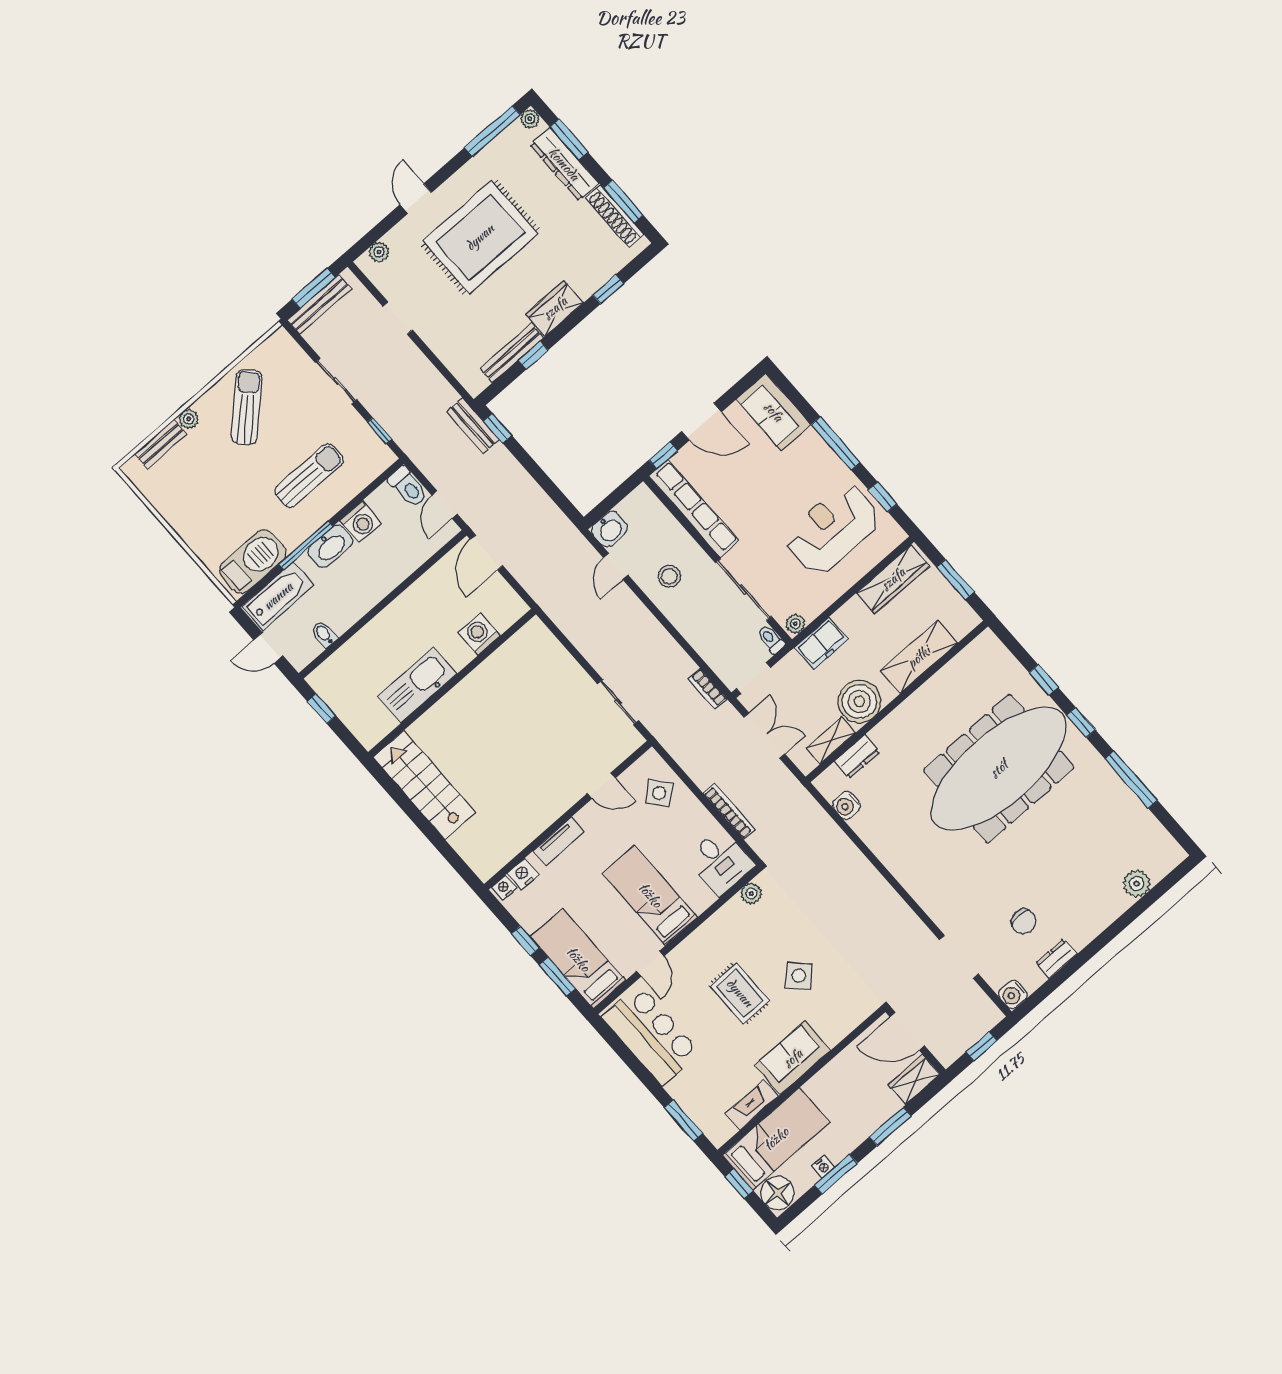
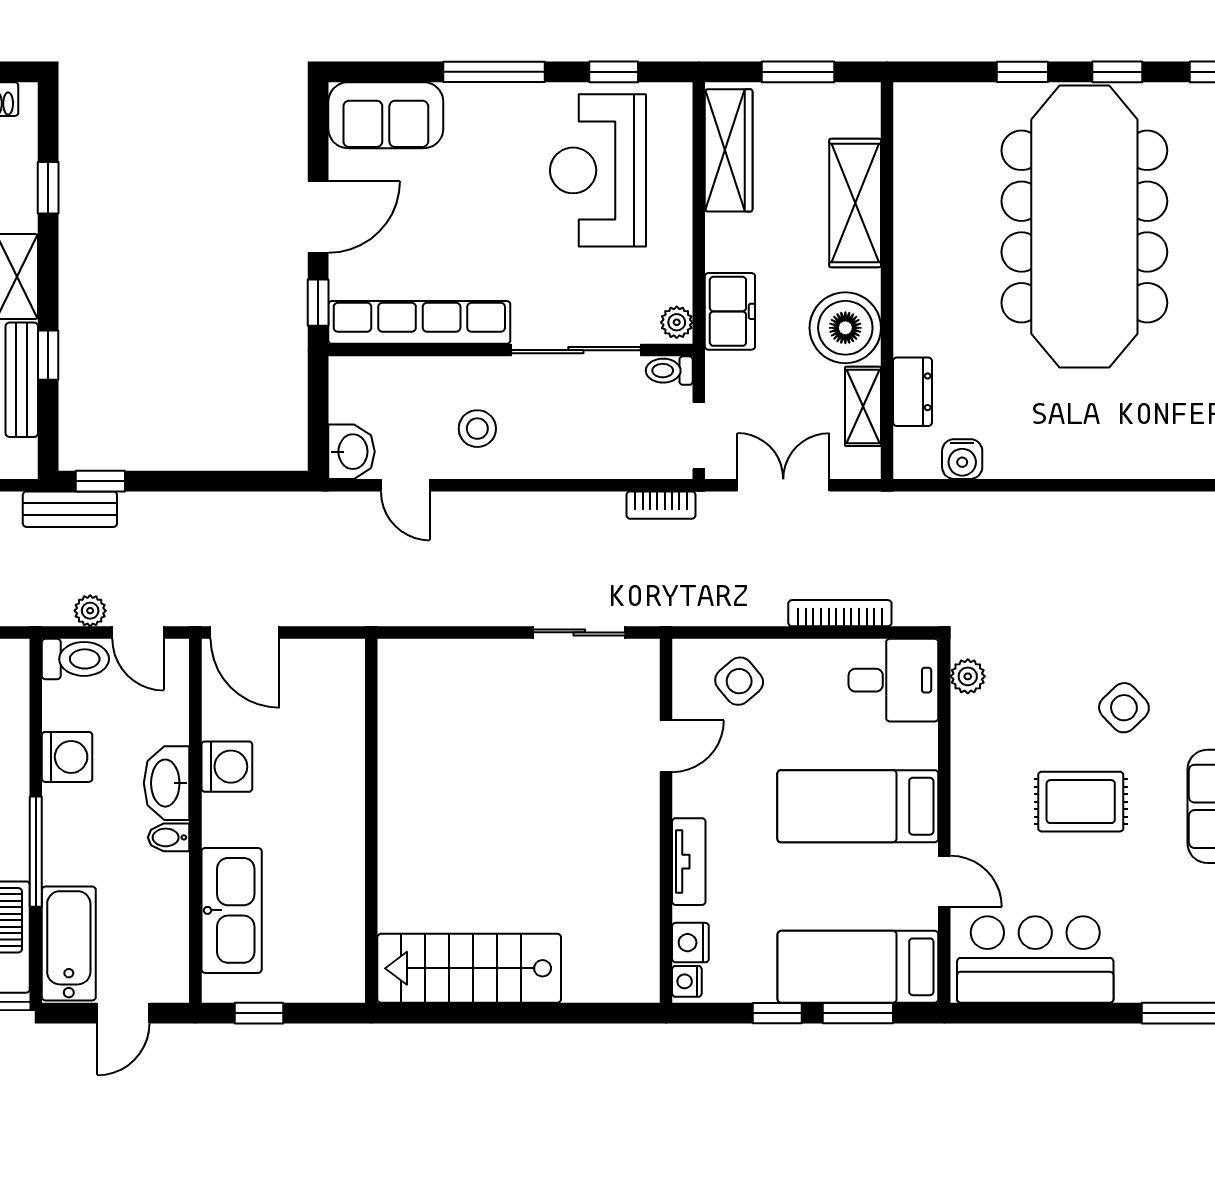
plant: (435, 474) -> (90, 611), added
washbasin: (330, 546) -> (167, 783), moved, turned 180
bidet: (324, 634) -> (169, 837), moved
washing machine: (479, 634) -> (227, 767), moved, turned 180
kitchen sink: (417, 685) -> (232, 910), moved, turned 180

